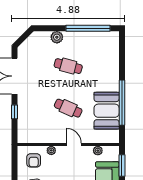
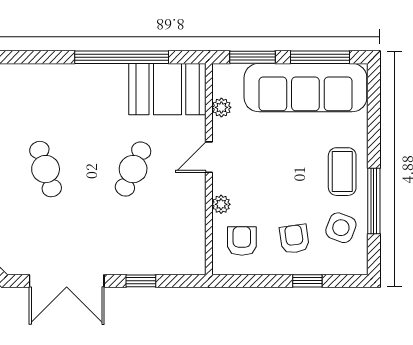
cafe table: (68, 66) -> (46, 169), turned -33
booth: (107, 111) -> (167, 89), moved
armchair: (34, 160) -> (242, 241), turned -90

